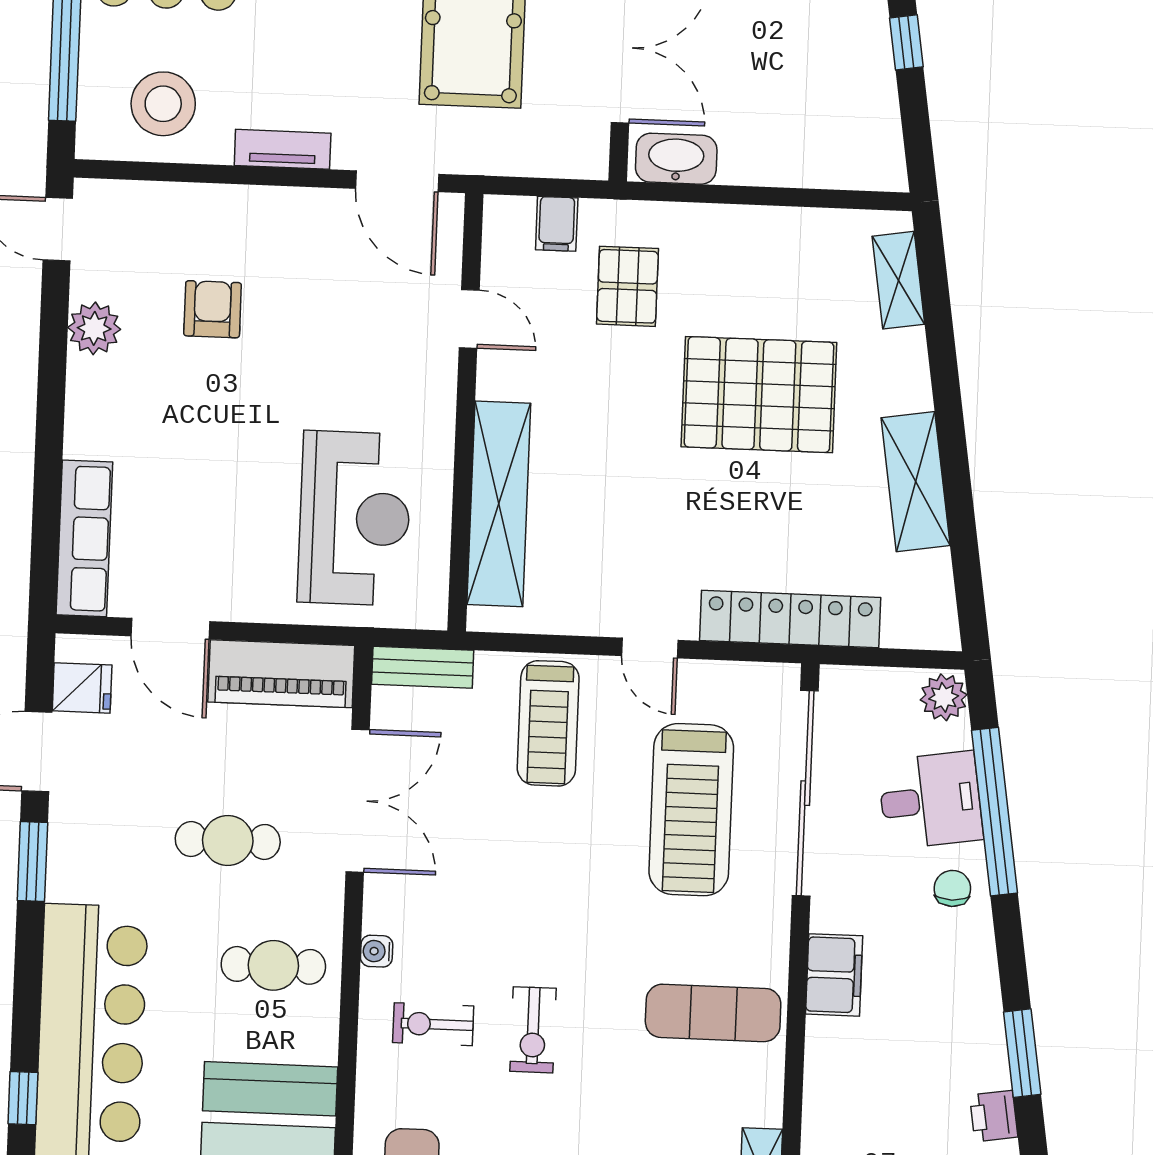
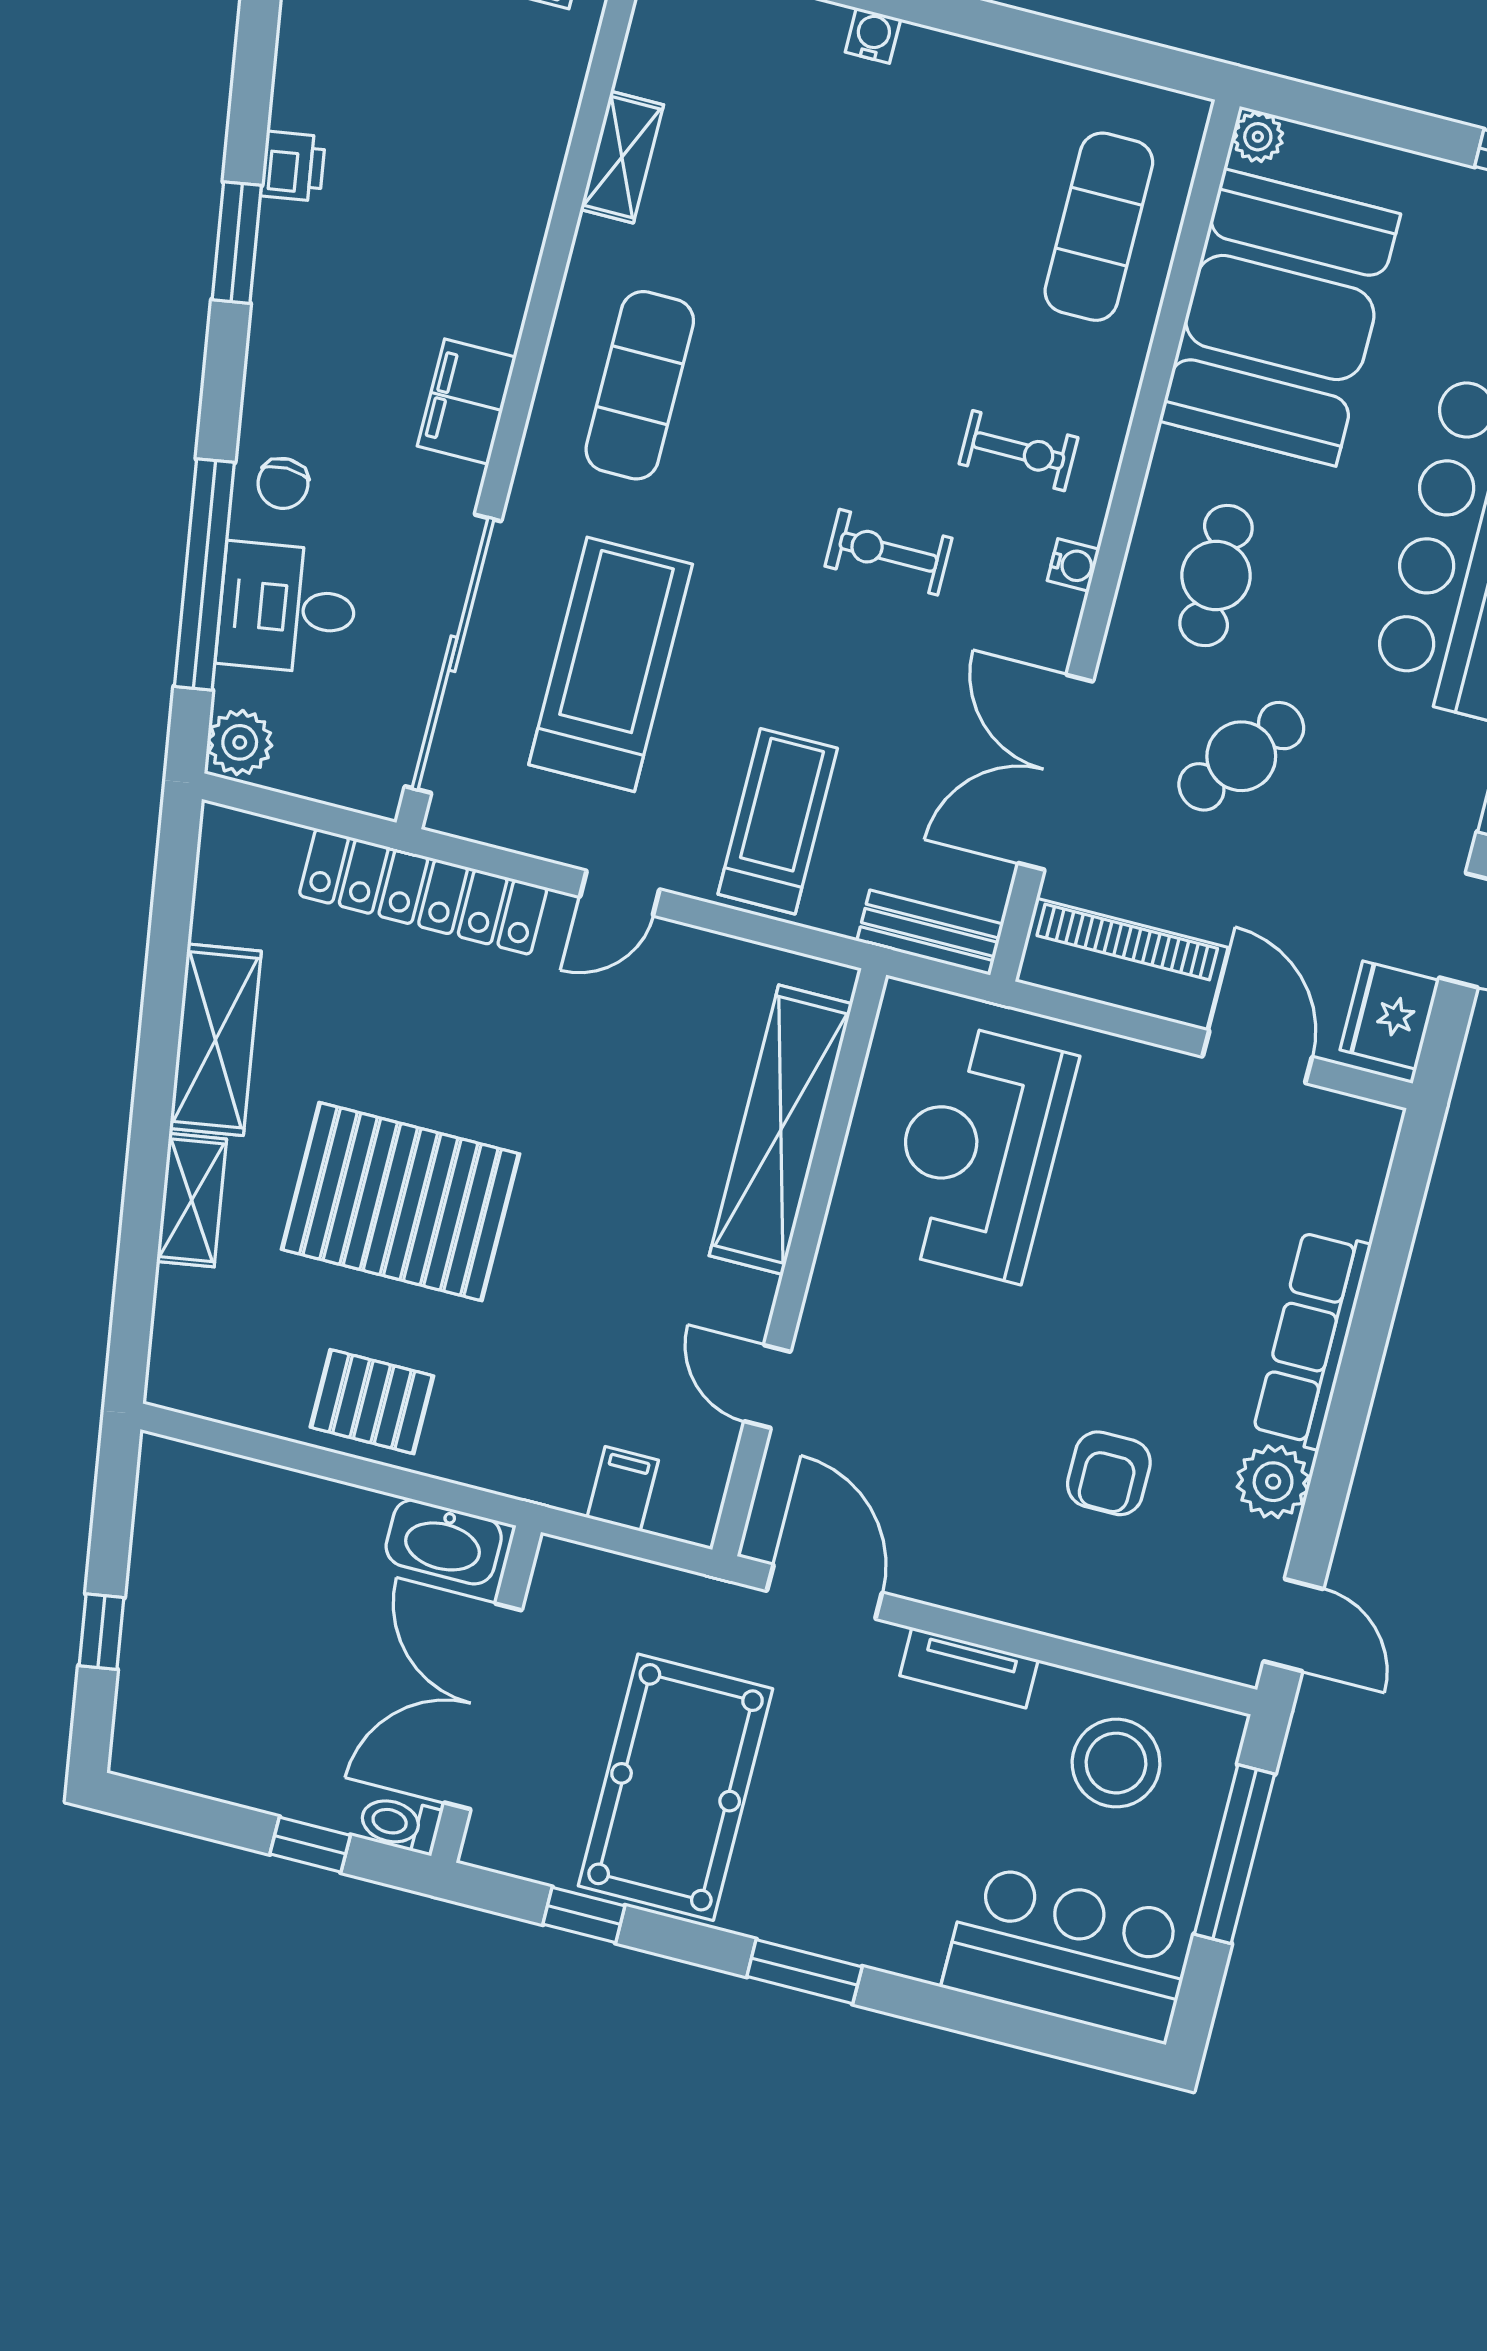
shelving: (898, 280) -> (192, 1200), moved
pallet: (627, 286) -> (372, 1402), moved, turned 90
row of seats: (84, 538) -> (1312, 1339), moved
door: (650, 648) -> (620, 893), swing flipped
fridge: (82, 688) -> (1390, 1015), width x1.38
cafe table: (228, 840) -> (1241, 756), turned -52
cafe table: (273, 965) -> (1216, 576), turned 90
exercise mat: (713, 1013) -> (640, 385), turned 90
exercise bike: (533, 1030) -> (889, 552), moved, turned -90

